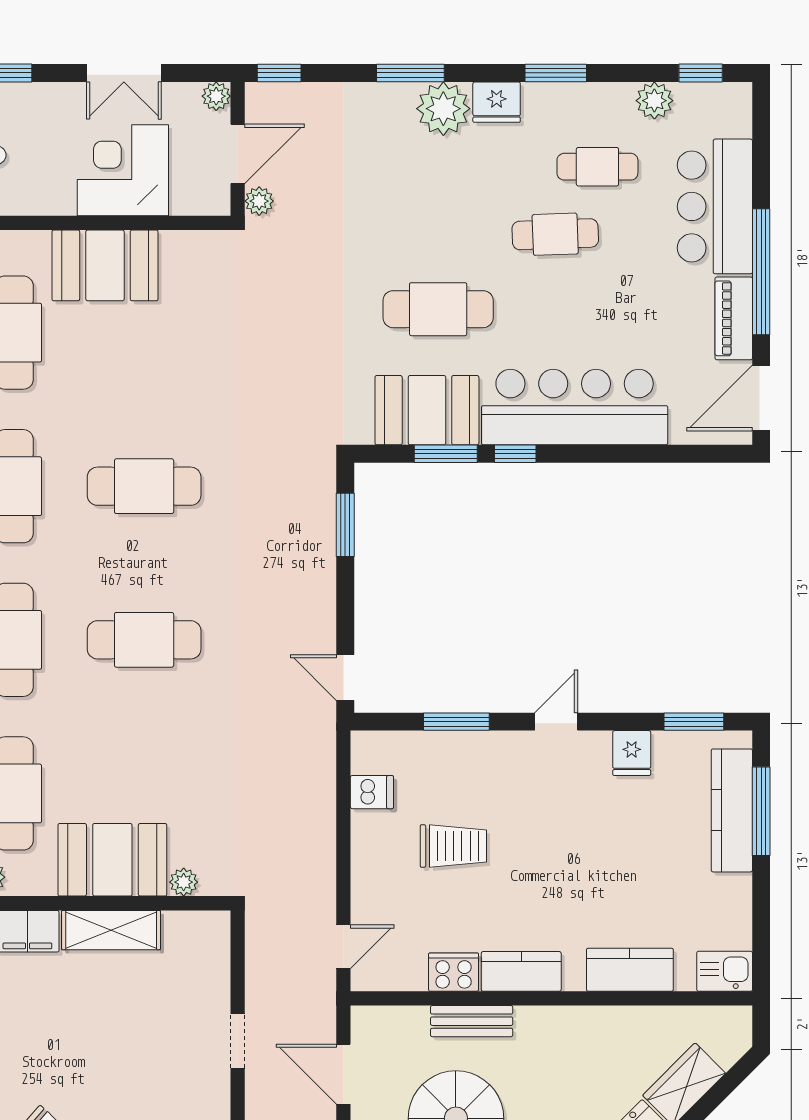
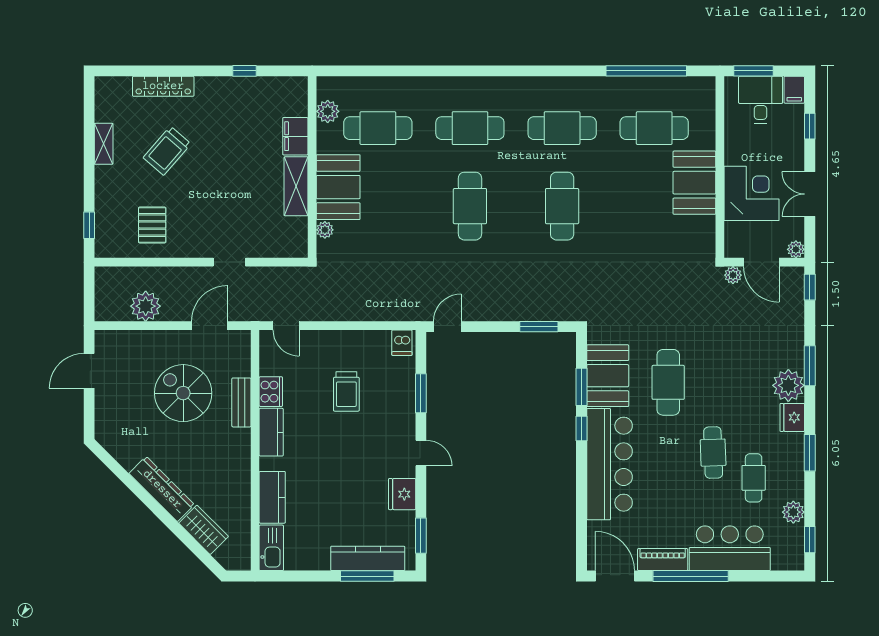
fridge: (632, 753) -> (402, 494), width x1.38
dishwasher: (372, 792) -> (402, 343), moved
kitchen sink: (725, 971) -> (271, 548), width x1.38

